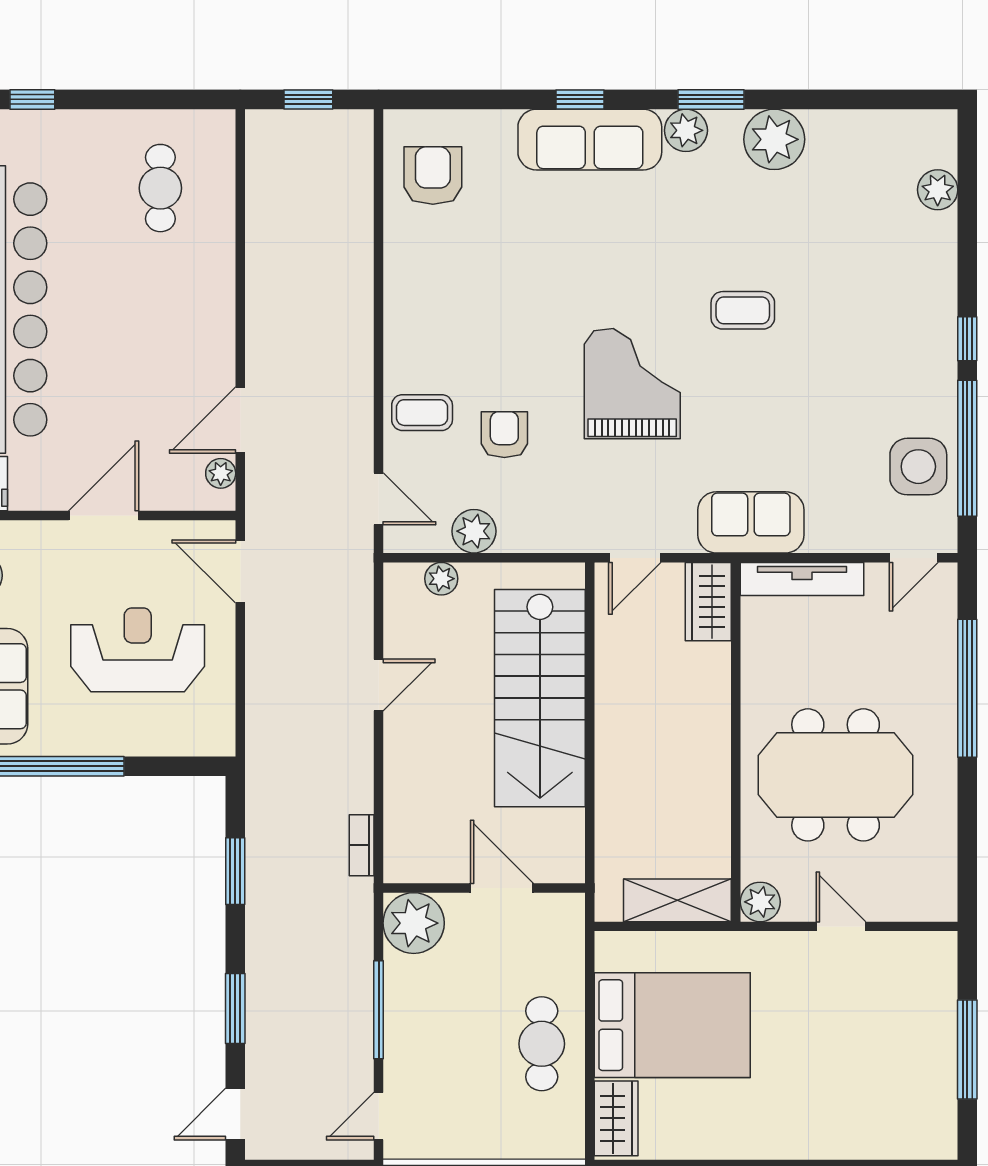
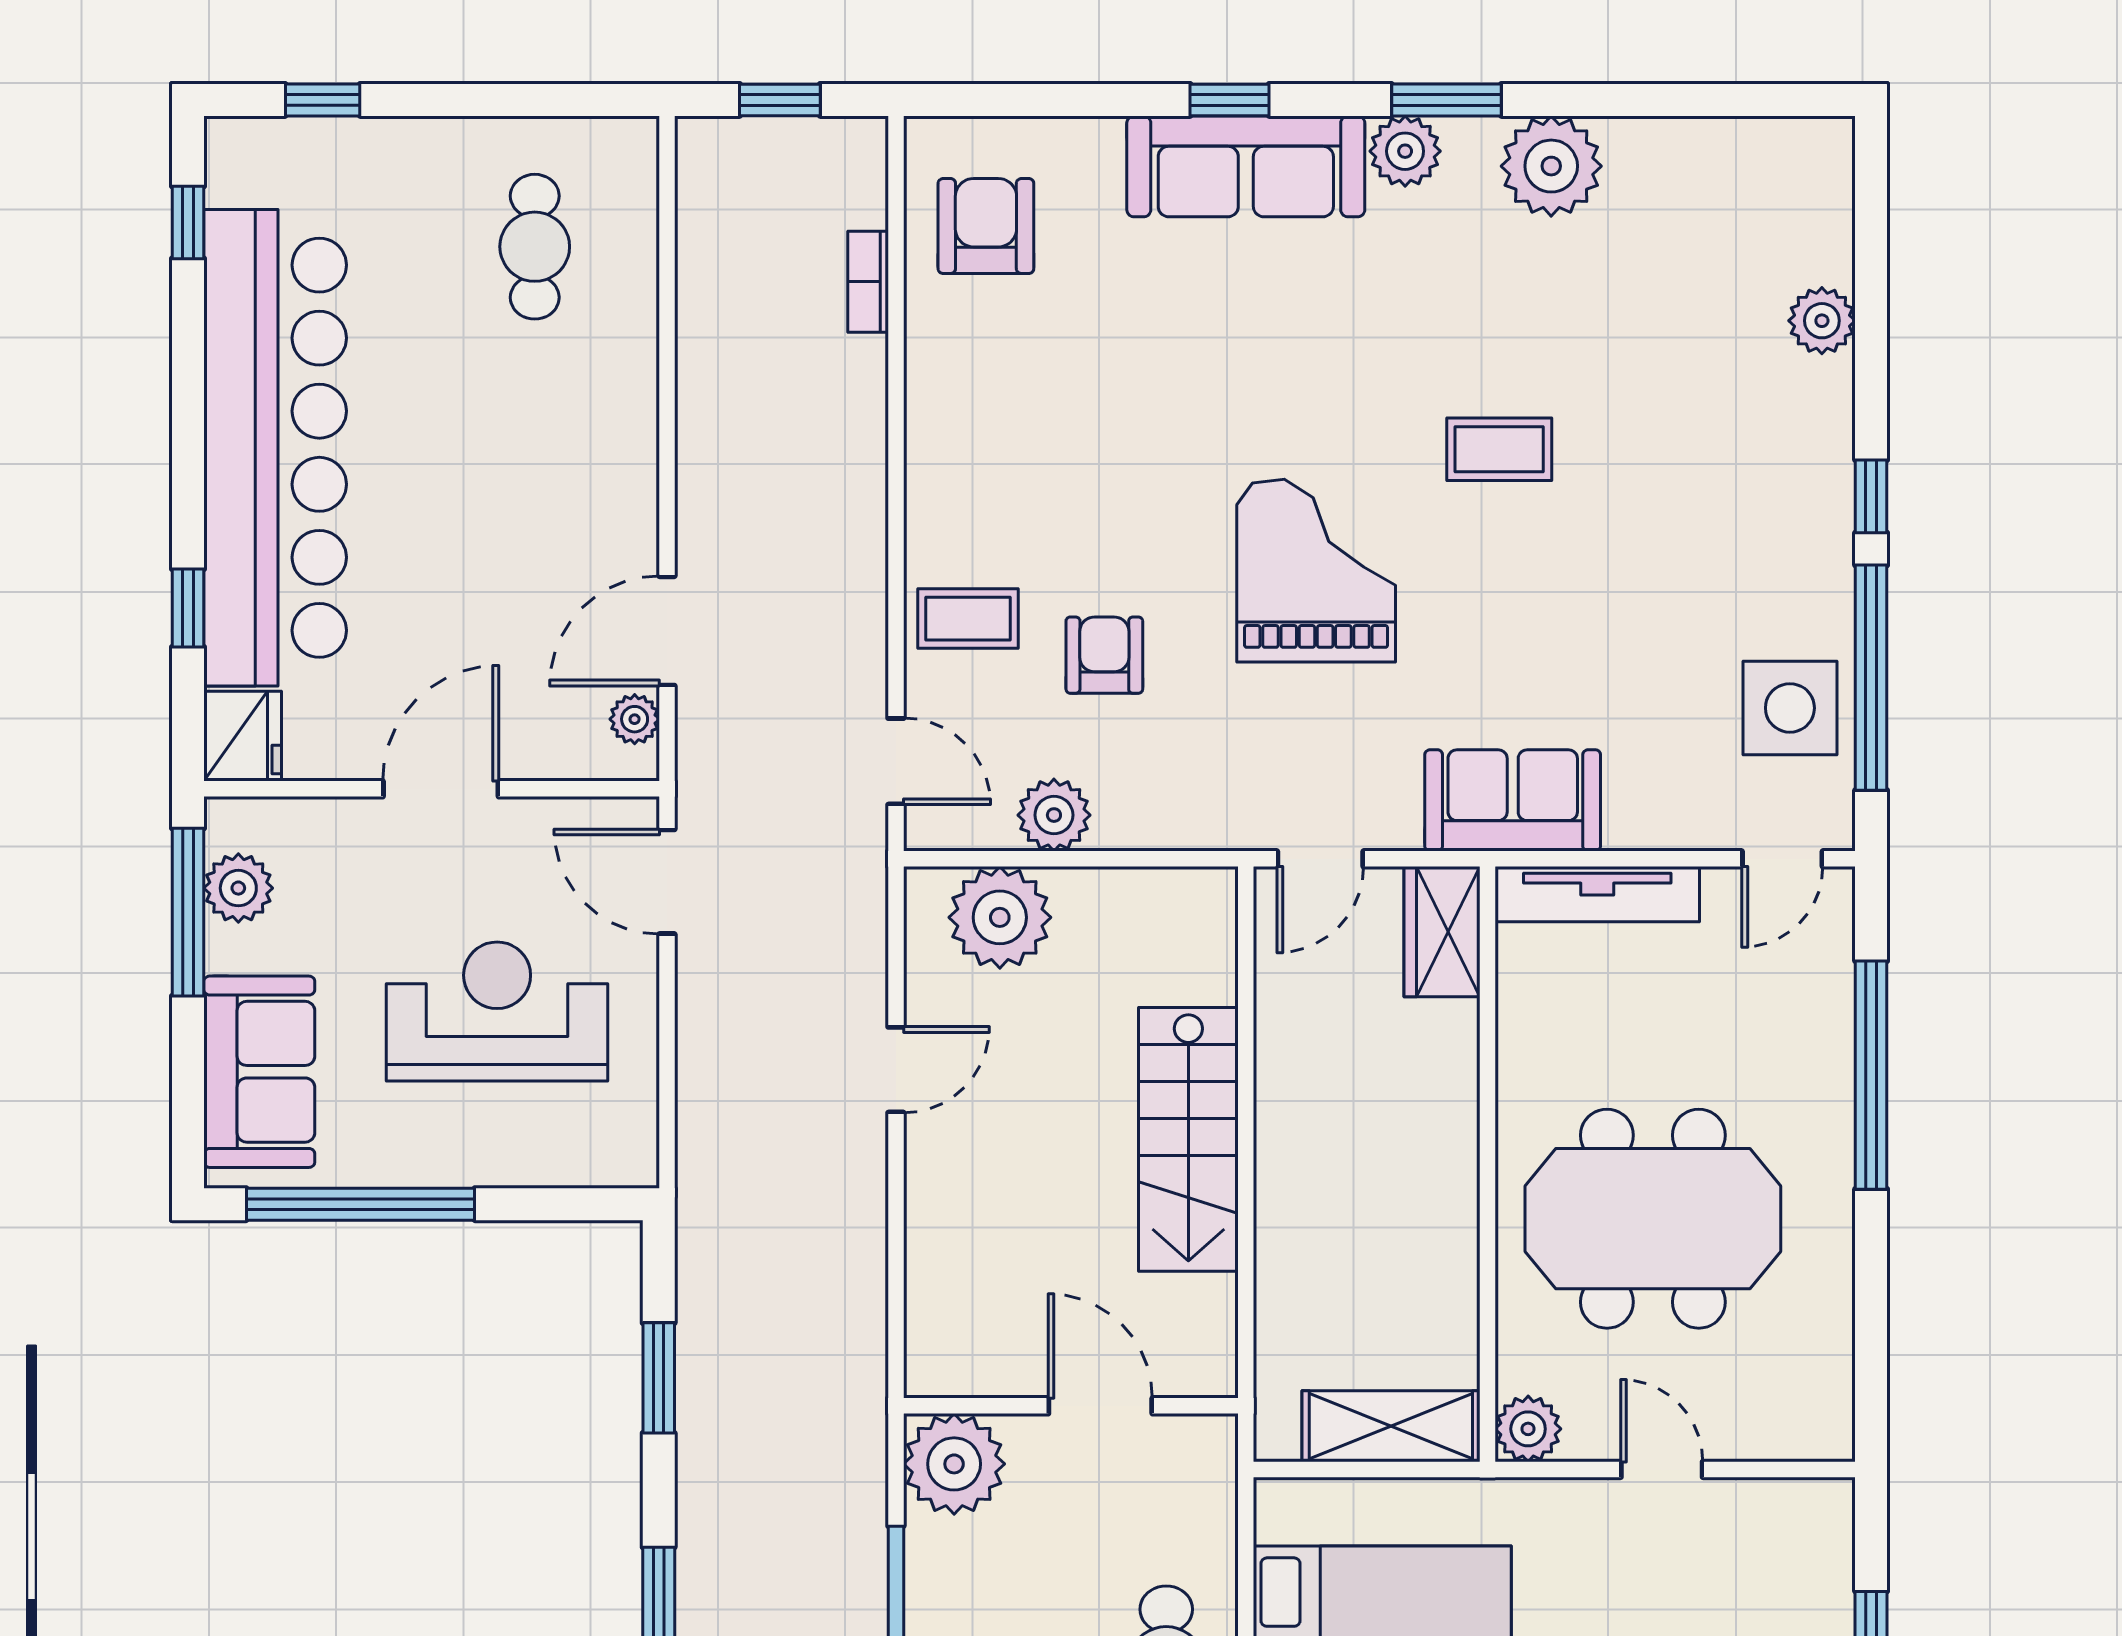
plant: (938, 190) -> (1822, 321), moved
plant: (441, 579) -> (1000, 917), width x1.87, depth x1.87
stairs: (540, 698) -> (1188, 1139), width x0.73, depth x0.66
bookcase: (362, 845) -> (868, 282), moved

